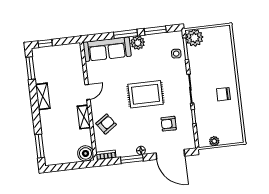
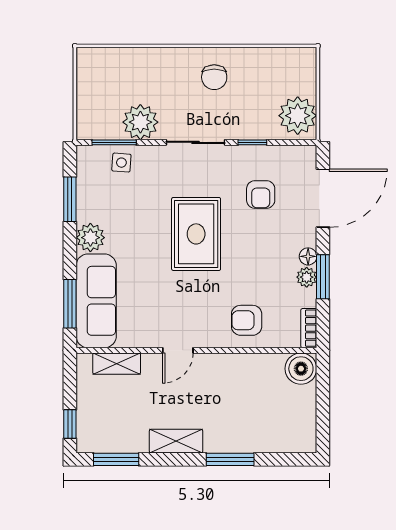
window: (125, 34) -> (70, 304), moved
plant: (194, 38) -> (140, 122), moved
door: (87, 92) -> (178, 350), swing flipped
shelving: (84, 117) -> (117, 364), moved
armchair: (106, 124) -> (247, 320), turned -55
plant: (214, 141) -> (298, 116), width x1.87, depth x1.87
window: (40, 146) -> (230, 459), moved
plant: (131, 151) -> (307, 277), added

